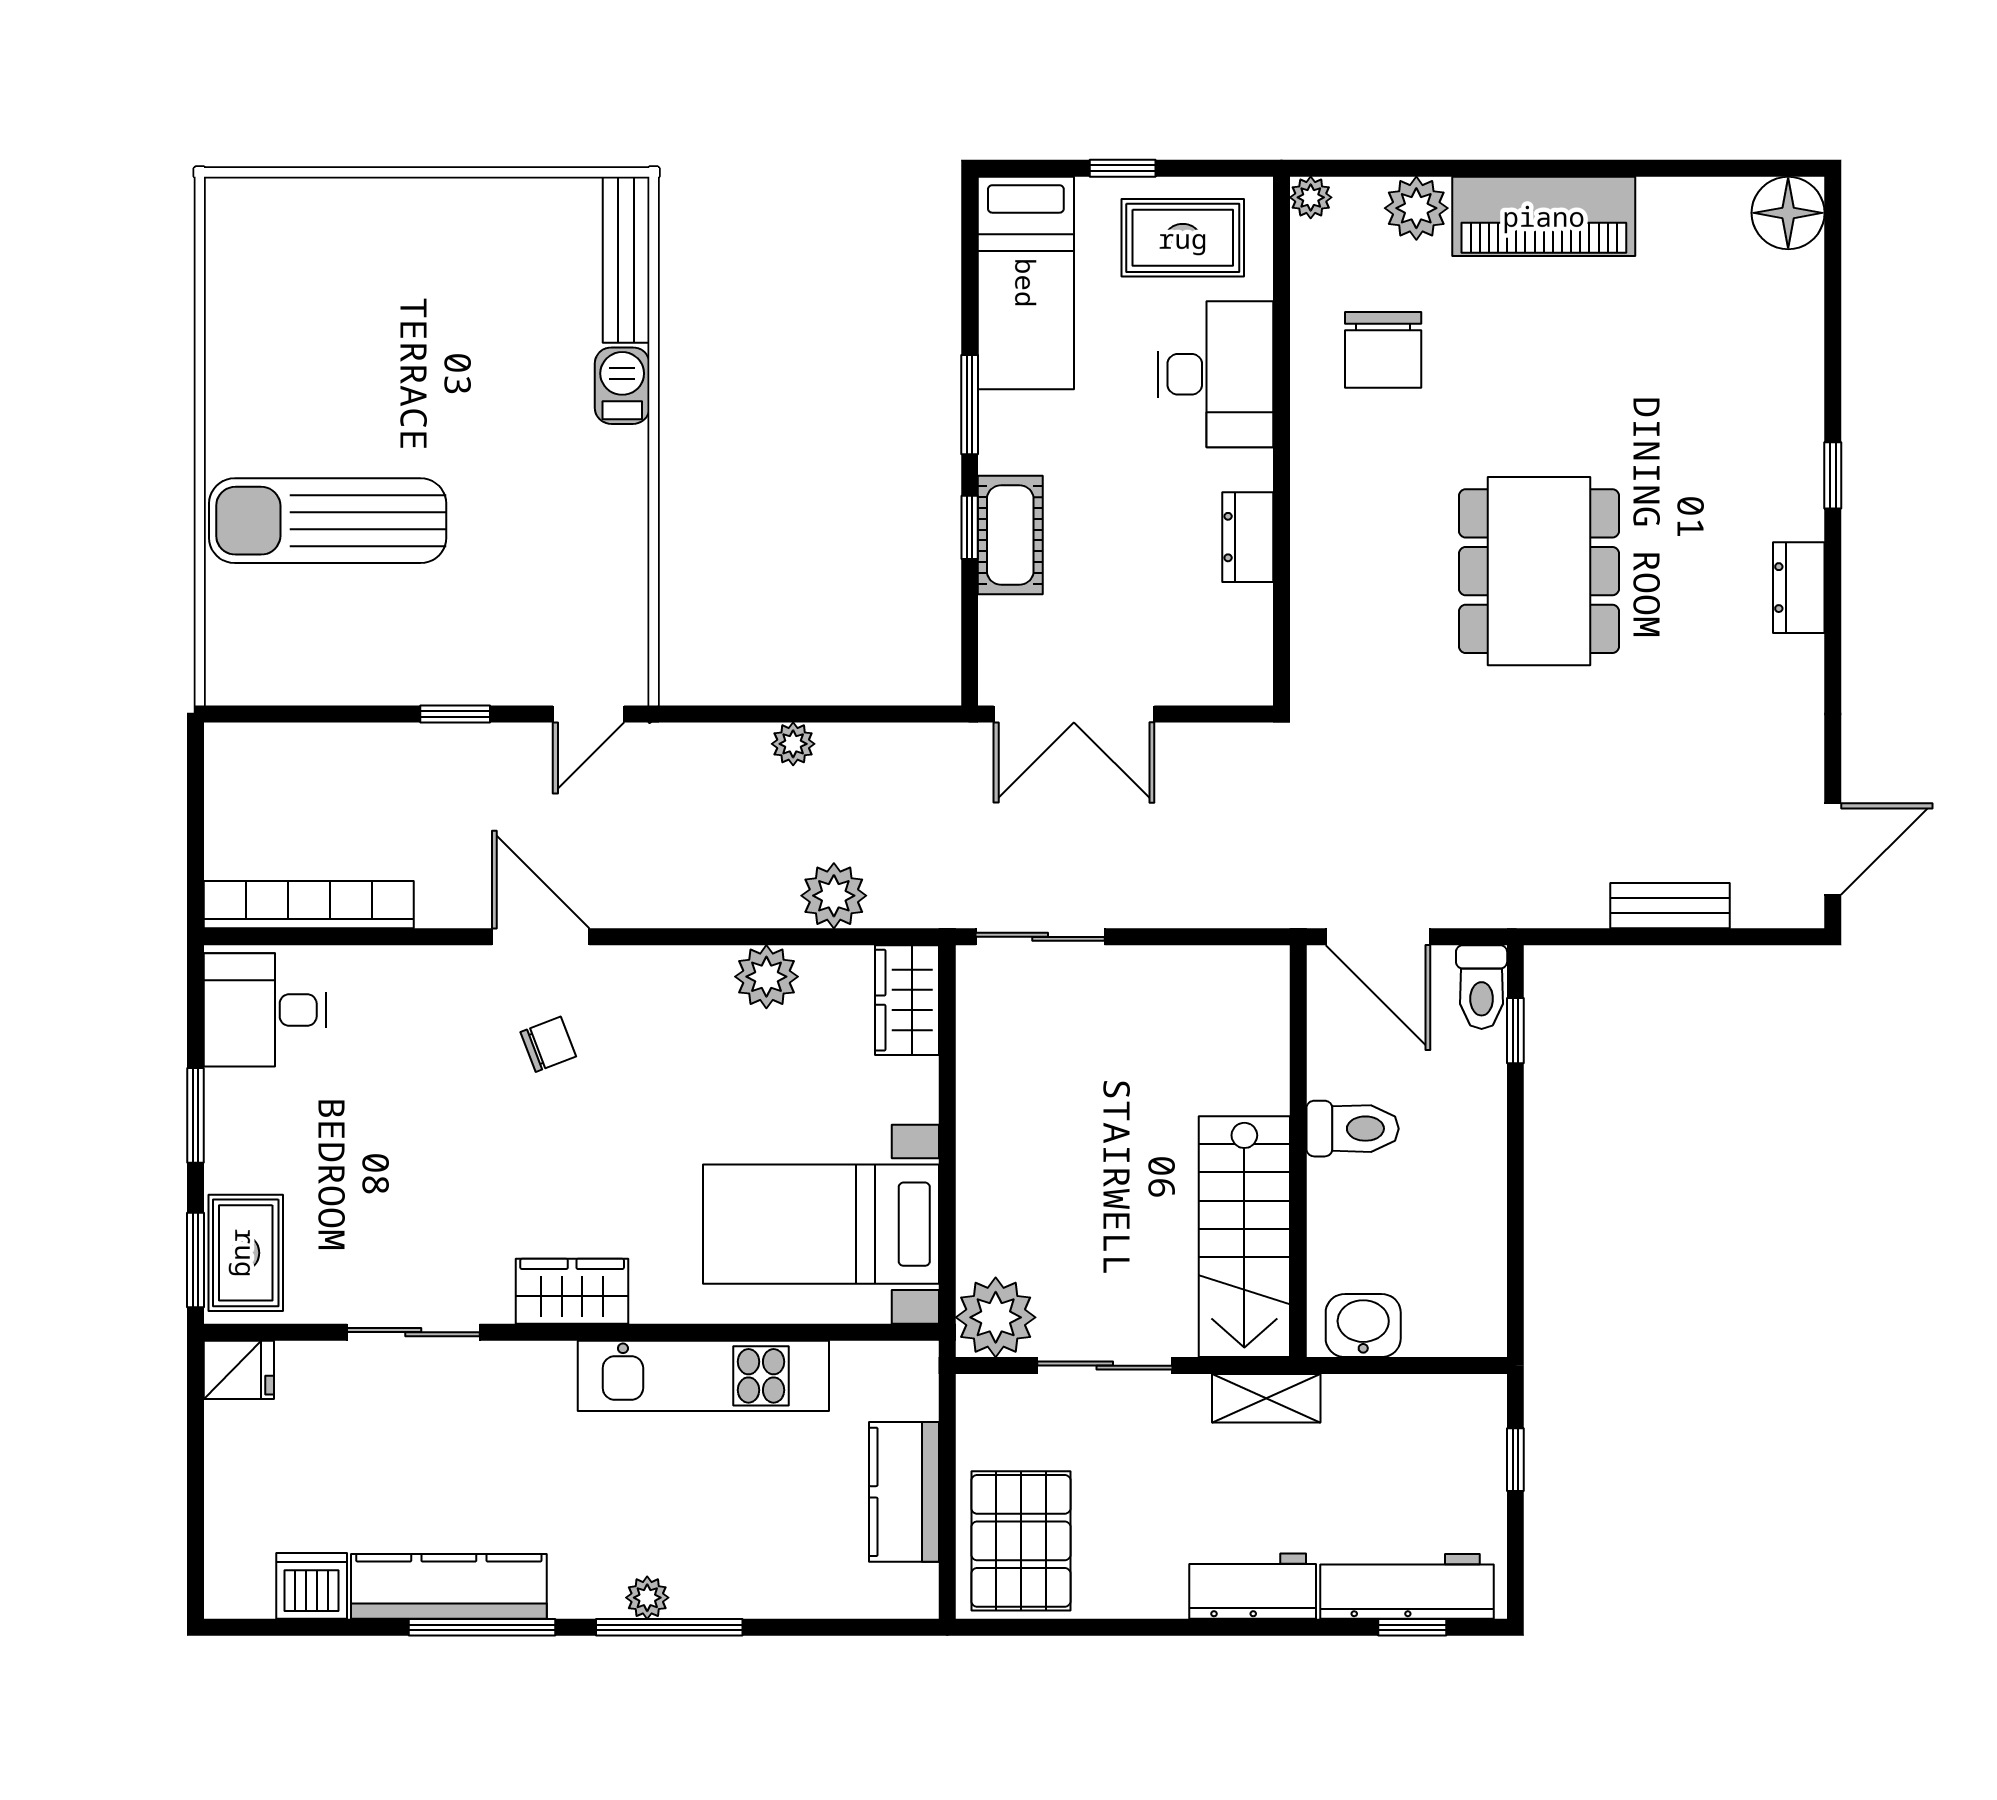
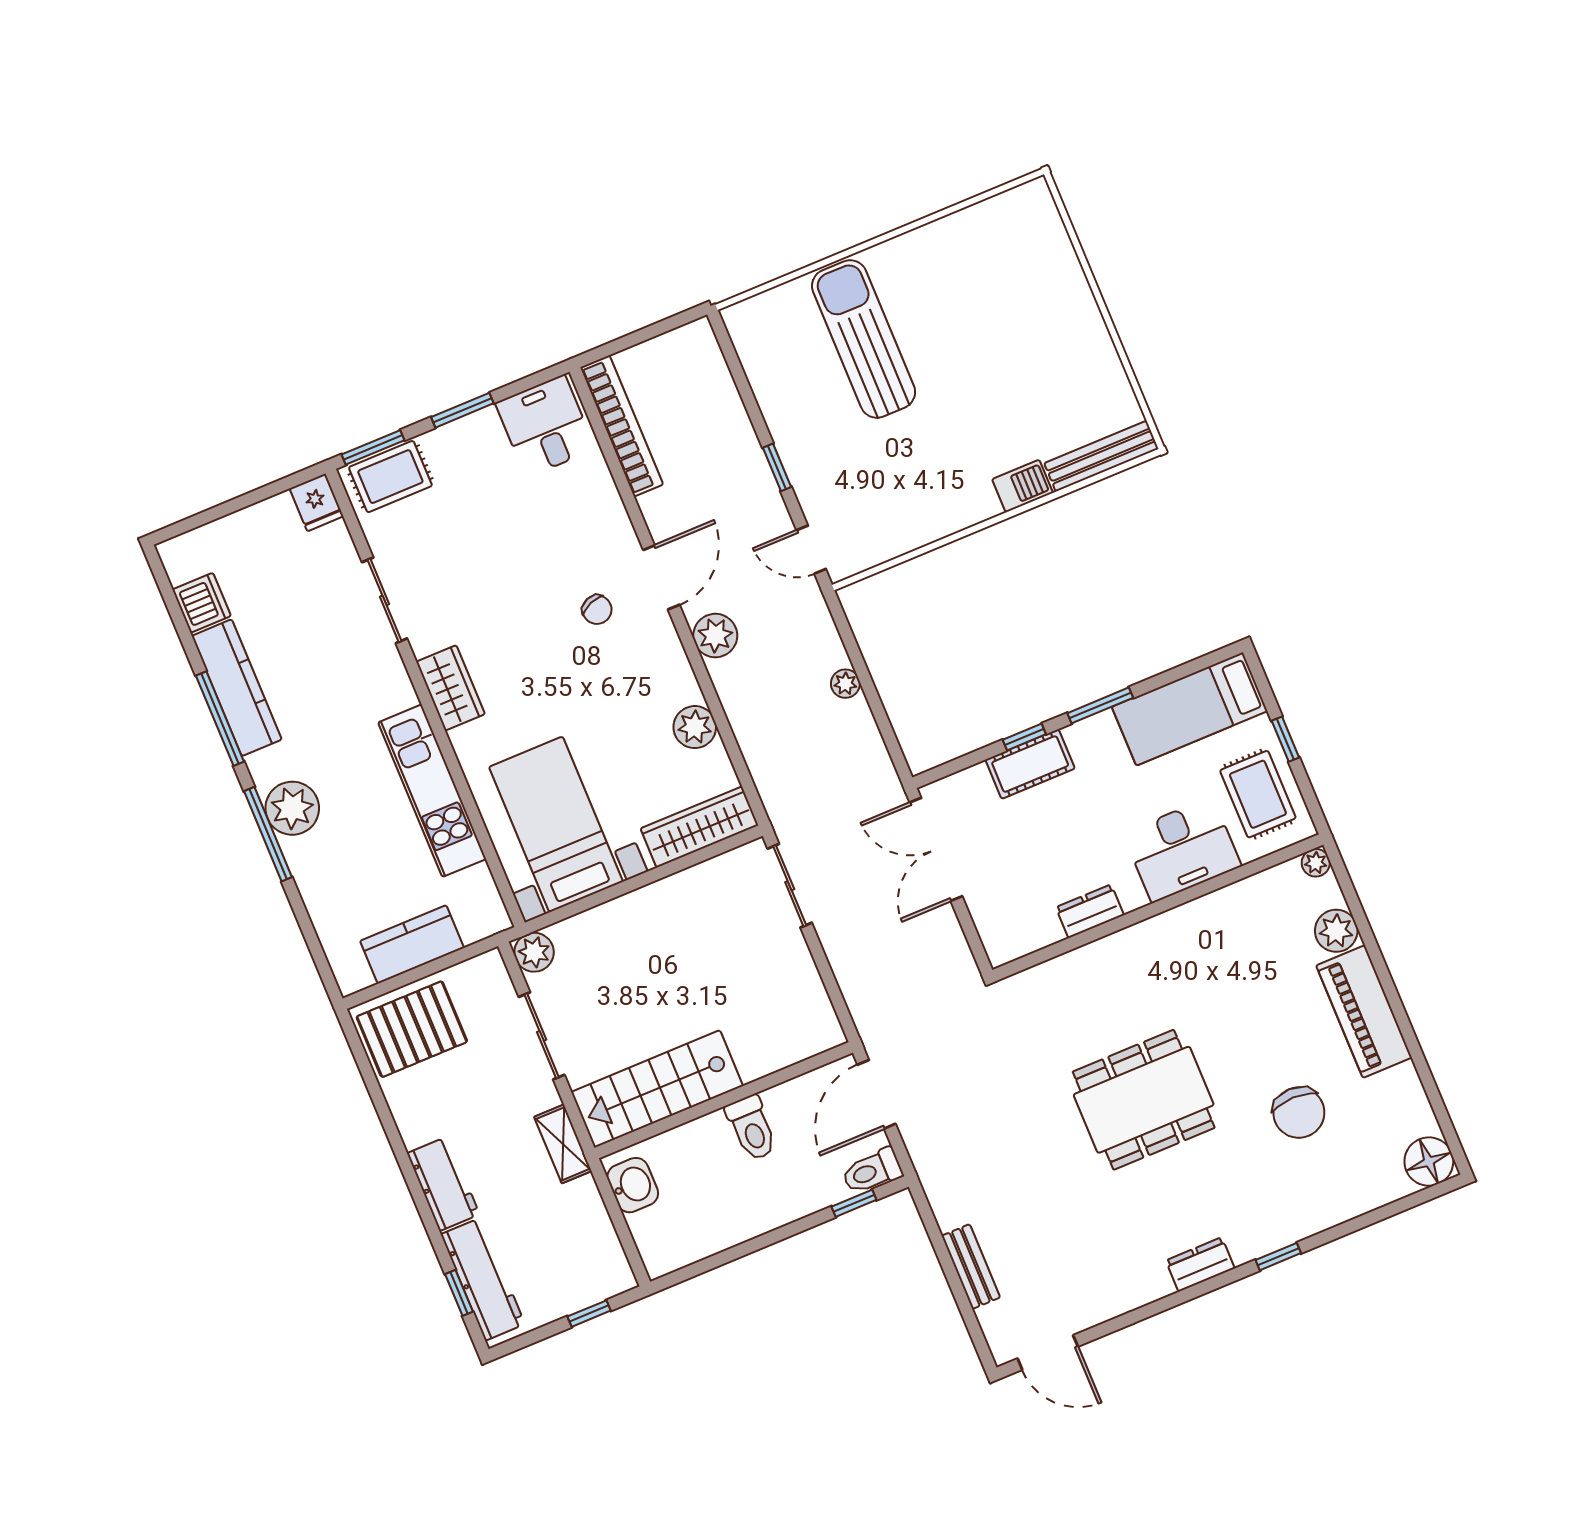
chair: (1383, 350) -> (1299, 1113), moved, turned -90
plant: (834, 896) -> (715, 636), moved
wardrobe: (907, 1000) -> (699, 827), width x1.50
plant: (996, 1317) -> (534, 952), width x0.73, depth x0.73
plant: (647, 1598) -> (292, 808), width x1.88, depth x1.88

